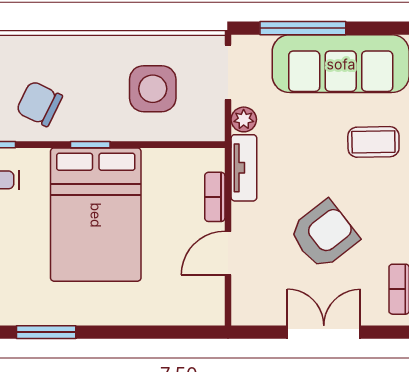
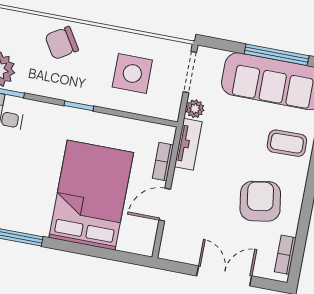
window: (303, 28) -> (277, 55), moved
chair: (39, 104) -> (62, 43), moved, turned -58
bed: (96, 215) -> (91, 195), moved, turned 180
armchair: (324, 235) -> (260, 201), moved, turned -61

